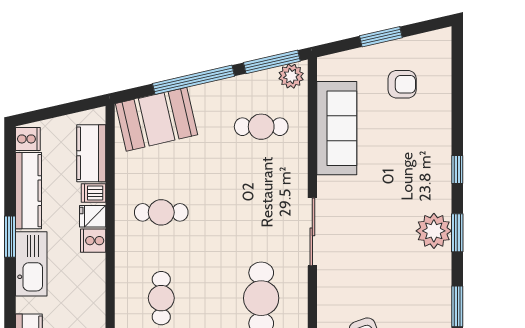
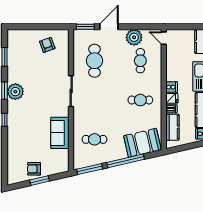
plant: (291, 76) -> (81, 163), removed
armchair: (402, 84) -> (34, 169), moved
sofa: (337, 128) -> (60, 133), width x0.73

